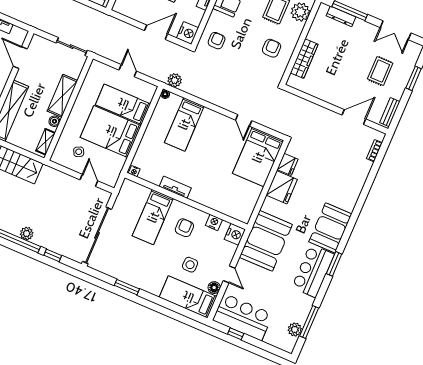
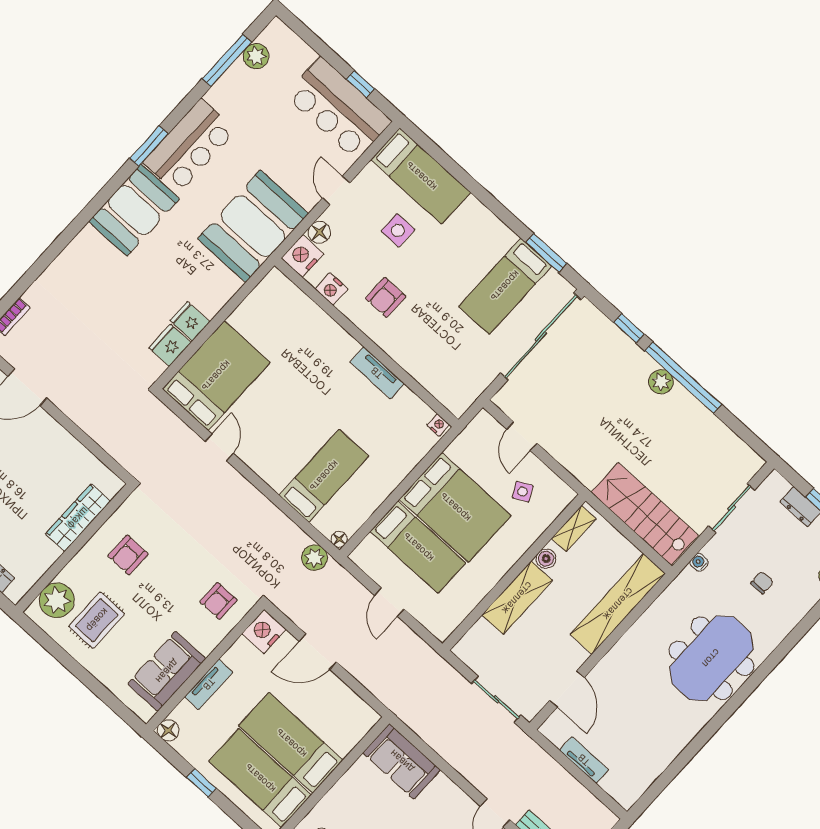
sliding door: (72, 47) -> (496, 699), moved
fridge: (282, 187) -> (190, 321), width x0.53, depth x0.75
bed: (153, 217) -> (505, 286), moved, turned 180
window: (127, 287) -> (546, 253), moved
floor lamp: (214, 288) -> (319, 232), moved

